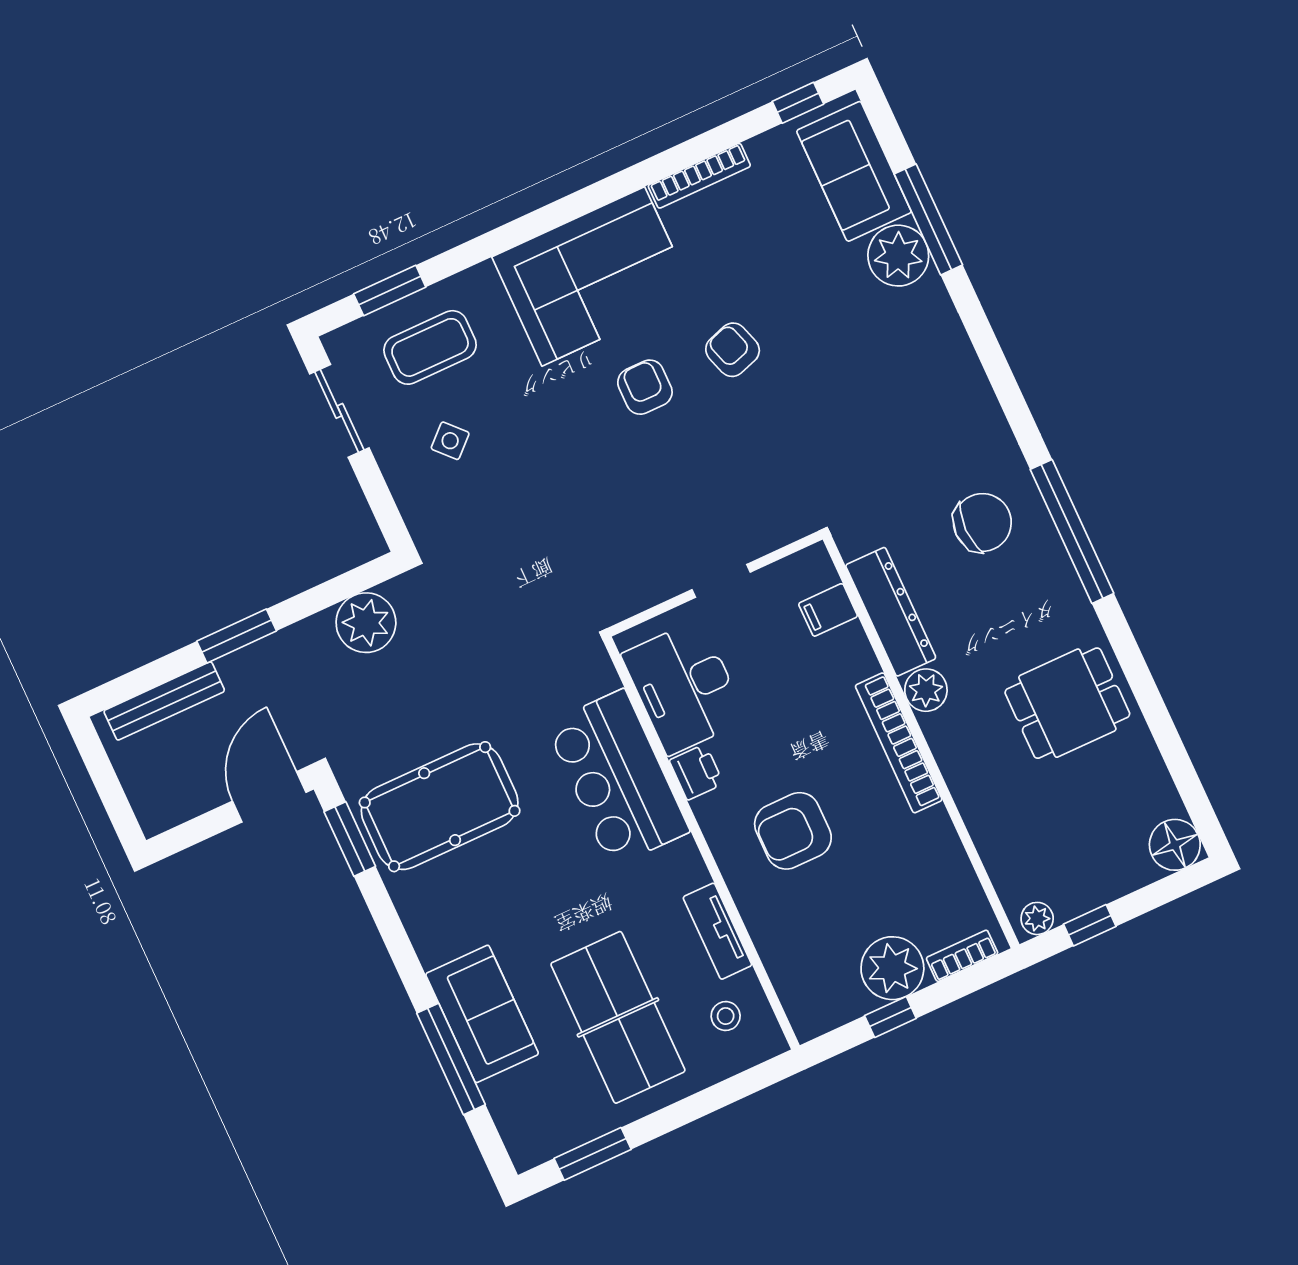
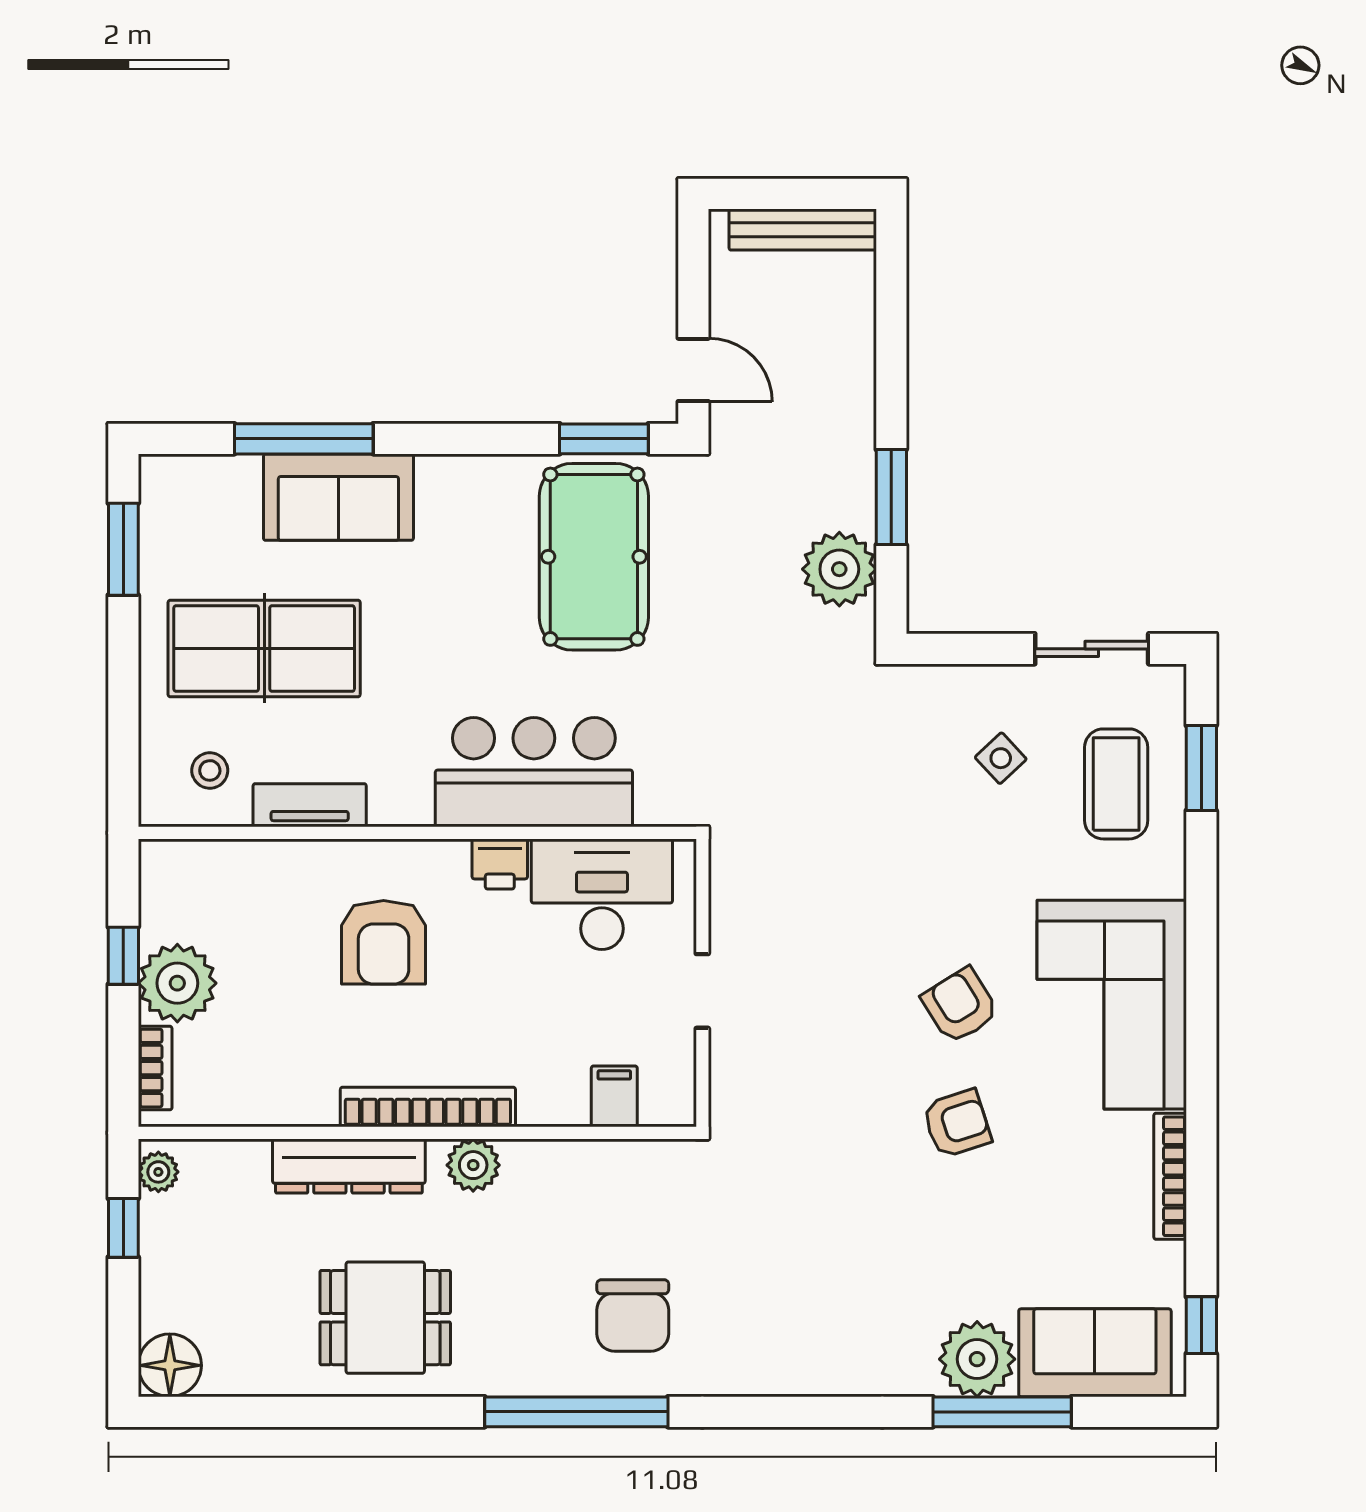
armchair: (645, 387) -> (960, 1005), turned -122
dresser: (891, 612) -> (349, 1166), moved
window: (237, 636) -> (891, 497), moved
bench: (164, 701) -> (803, 230), moved, turned 90
dining table: (1067, 703) -> (385, 1318), turned 90
door: (269, 797) -> (693, 370), width x0.73
armchair: (793, 831) -> (384, 942), turned 180

